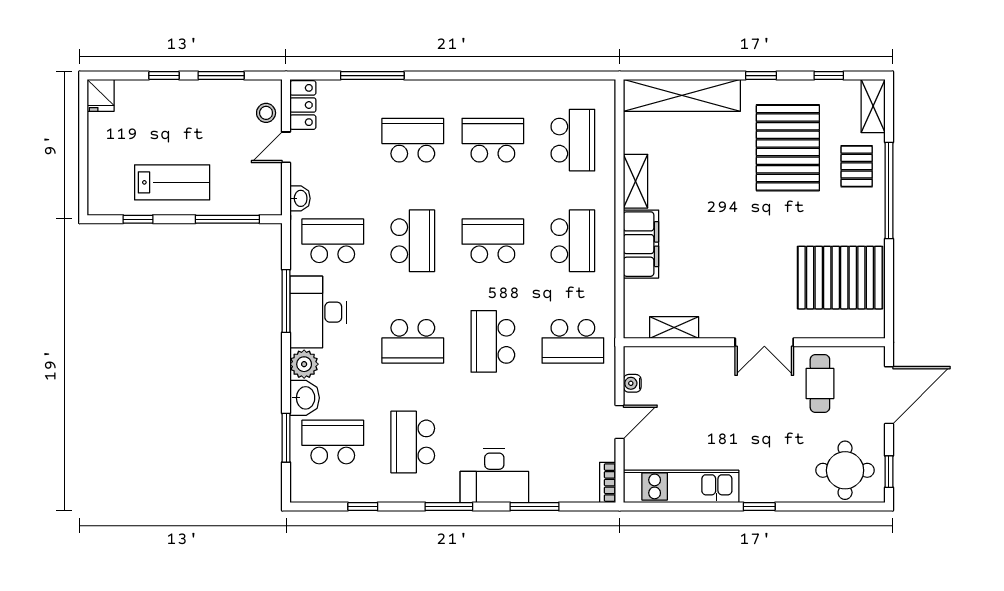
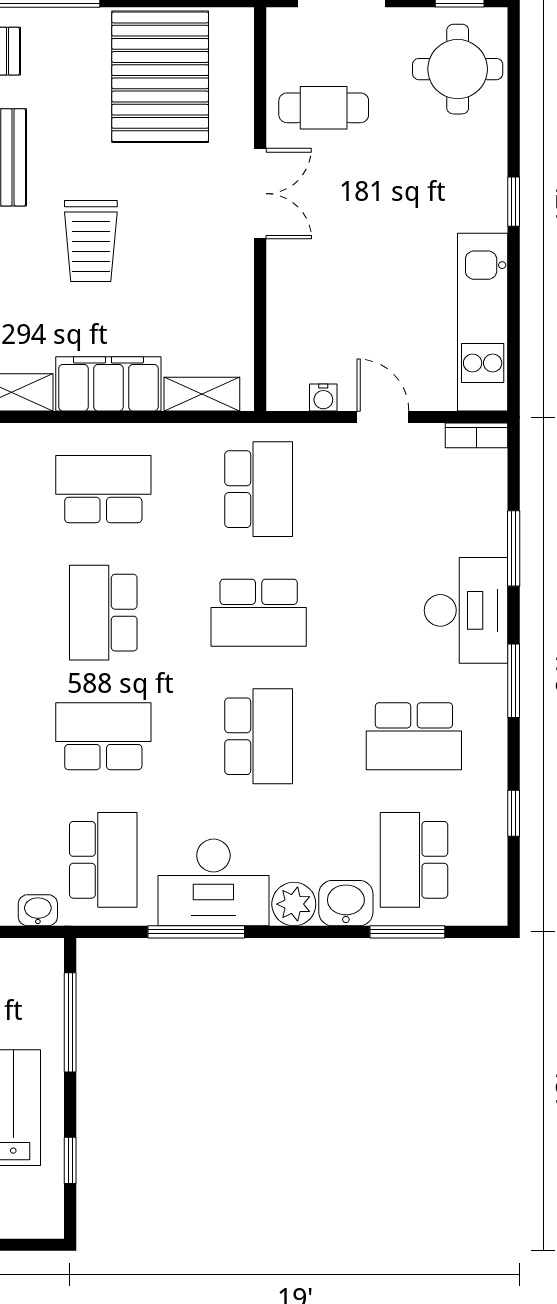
trolley: (734, 233) -> (91, 241), added
school desk: (333, 241) -> (103, 860), turned 180
shelving: (674, 328) -> (202, 394), moved, turned 90

